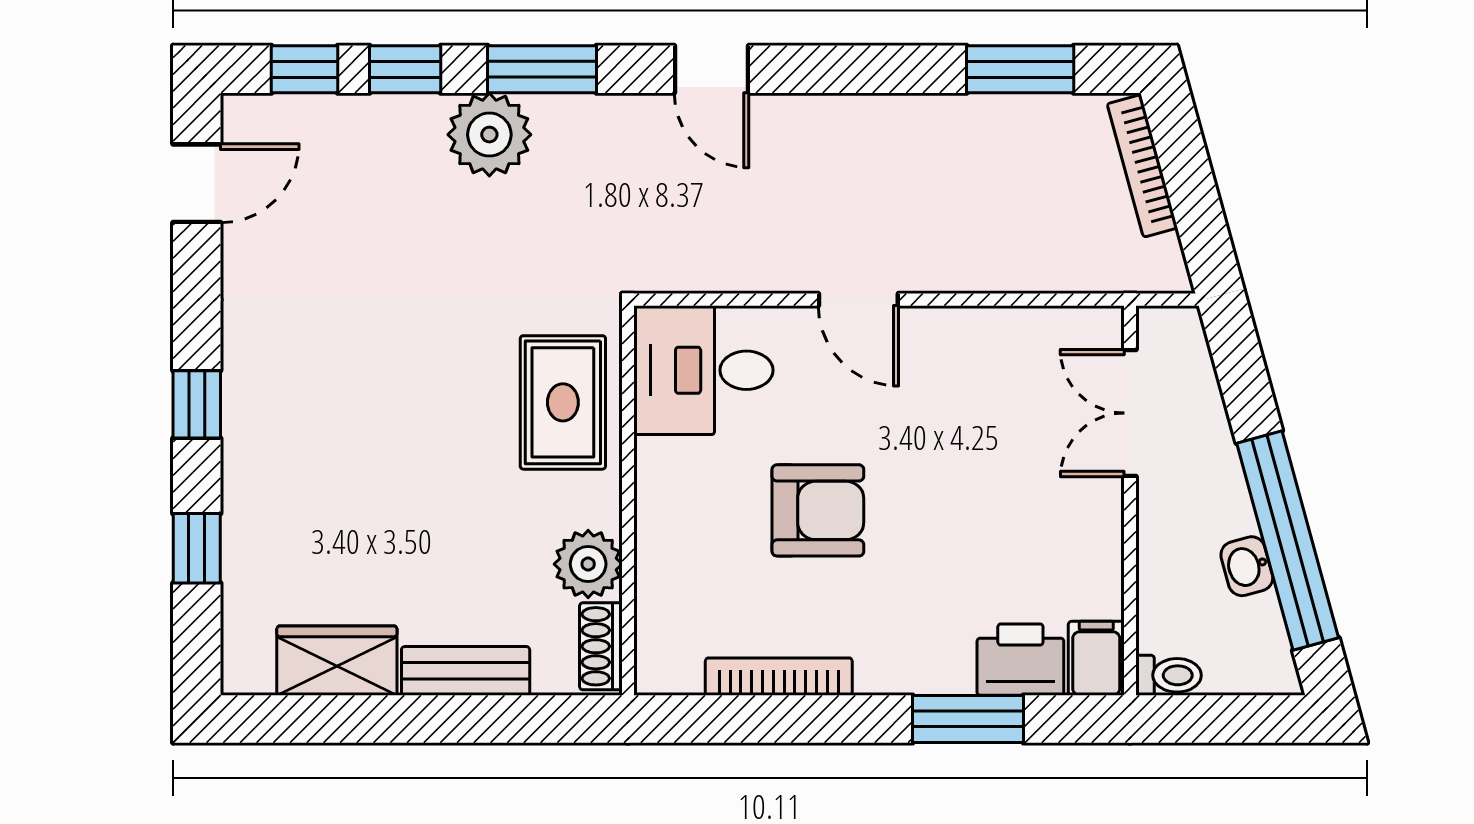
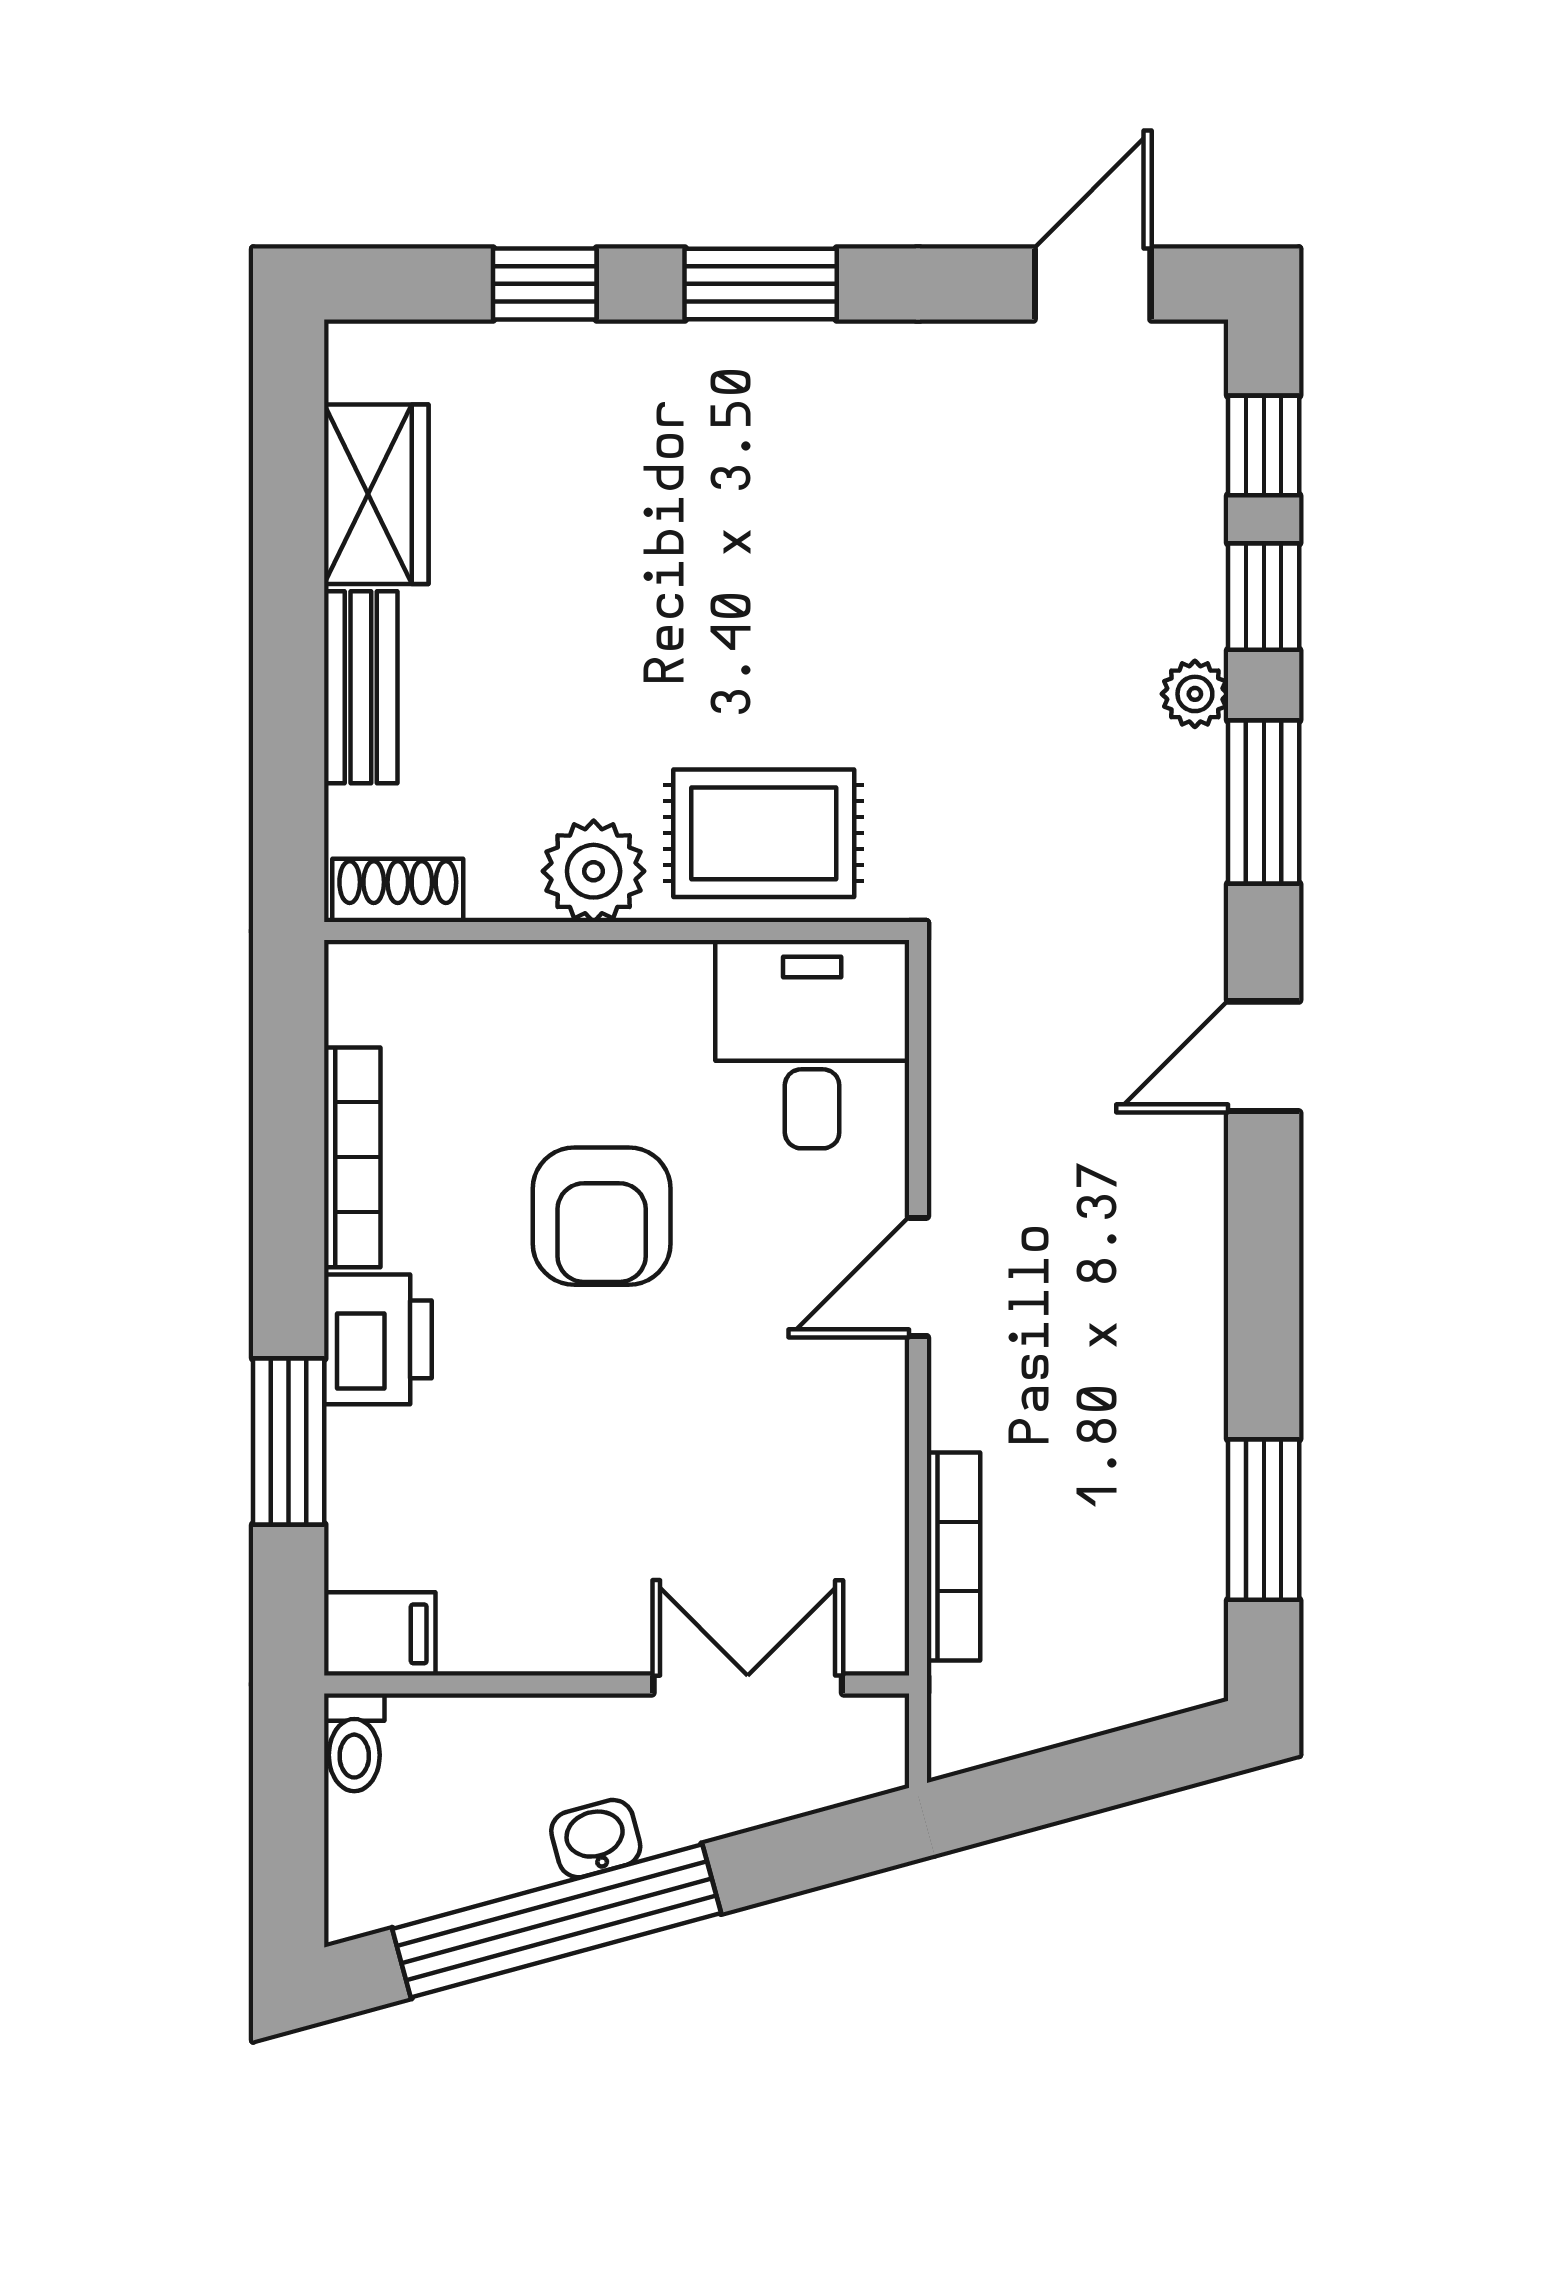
plant: (489, 135) -> (1195, 694), width x0.53, depth x0.53
bookcase: (1142, 166) -> (953, 1557), moved, turned 105
door: (197, 183) -> (1093, 284), swing flipped
window: (197, 404) -> (761, 284), width x1.50
plant: (588, 564) -> (594, 871), moved
washbasin: (1247, 566) -> (596, 1839), moved
printer: (1020, 660) -> (378, 1339), moved

